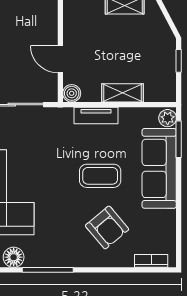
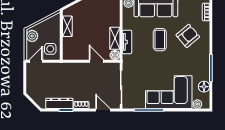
door: (60, 59) -> (97, 61), swing flipped
shelving: (122, 93) -> (115, 38), moved

